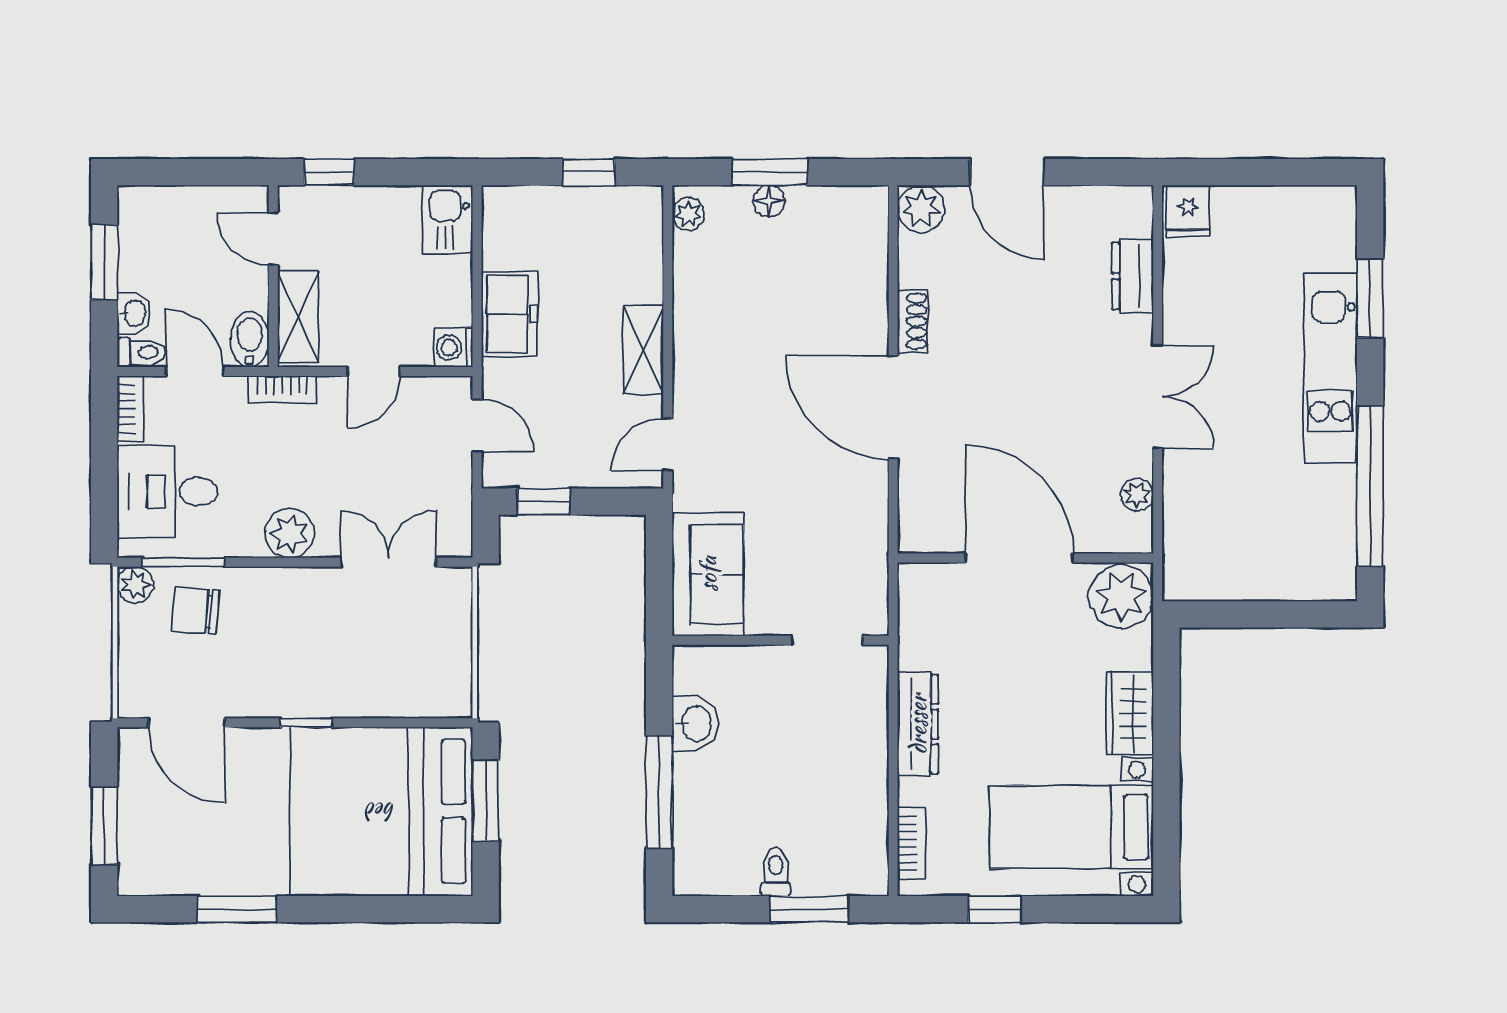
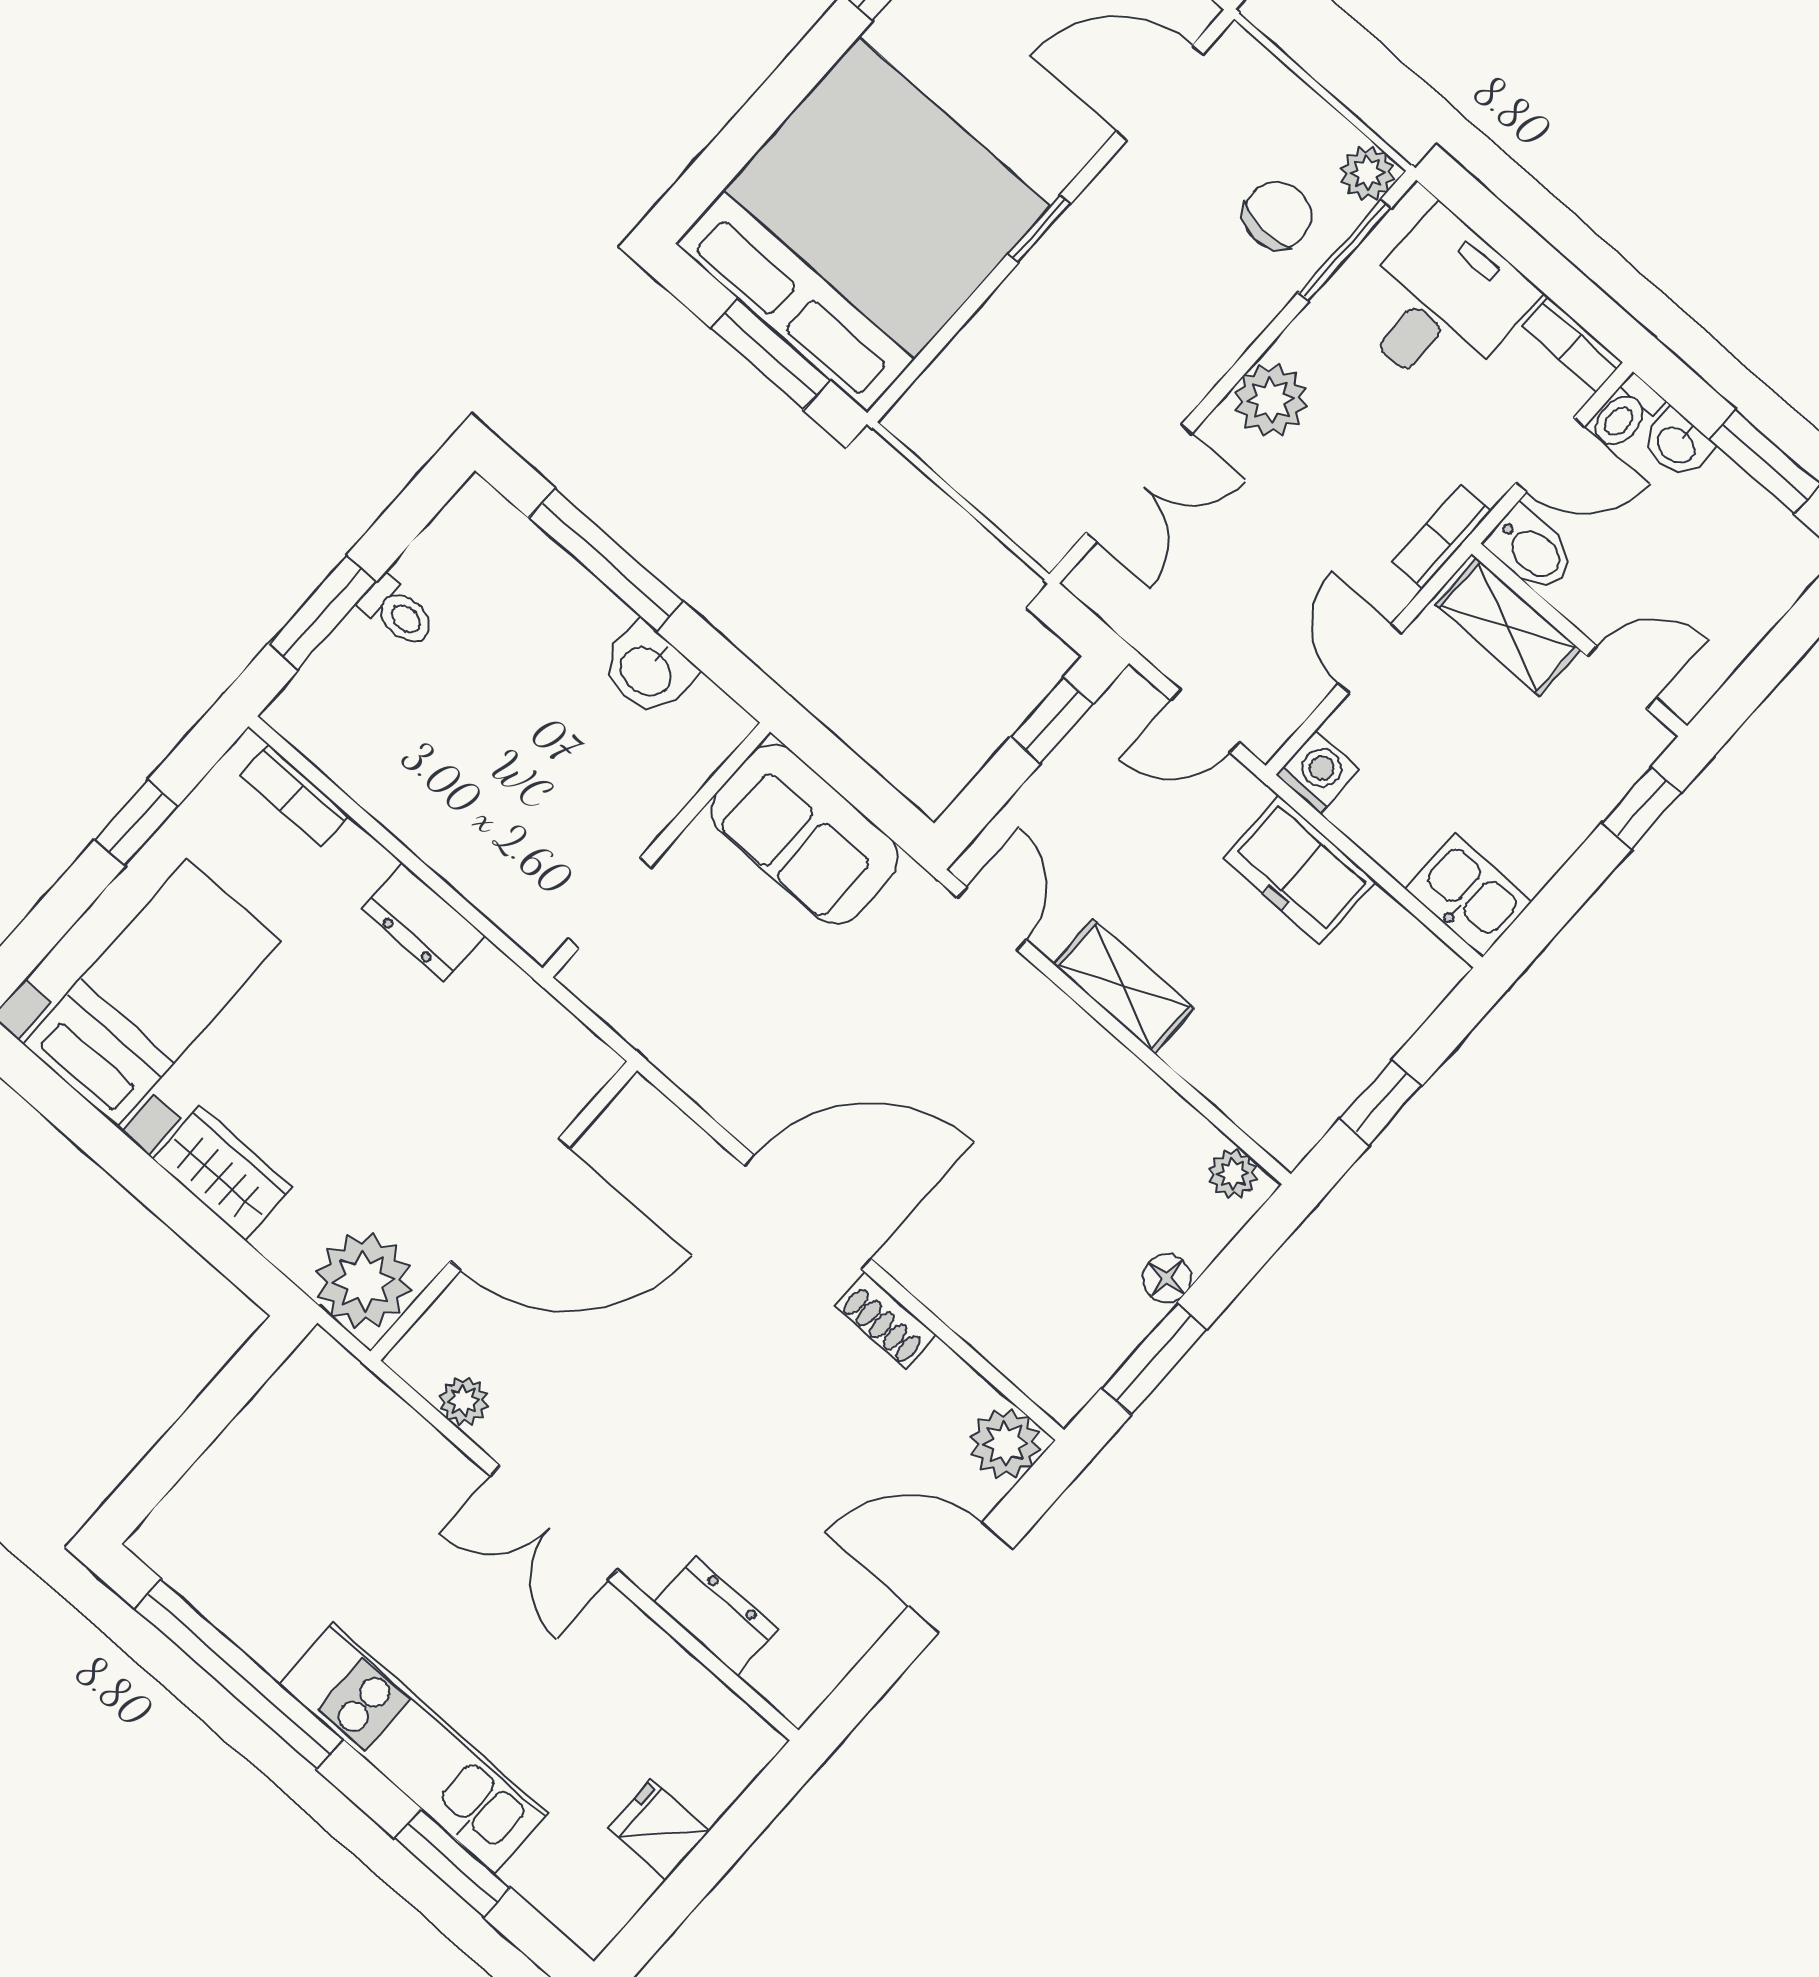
window: (770, 172) -> (1154, 1359), moved
fridge: (1188, 211) -> (659, 1829), moved
dresser: (918, 724) -> (423, 922), width x0.70

